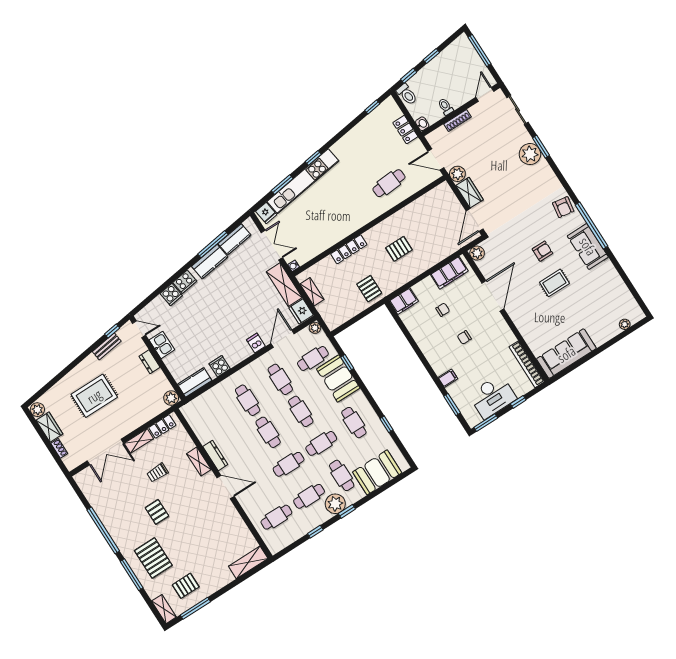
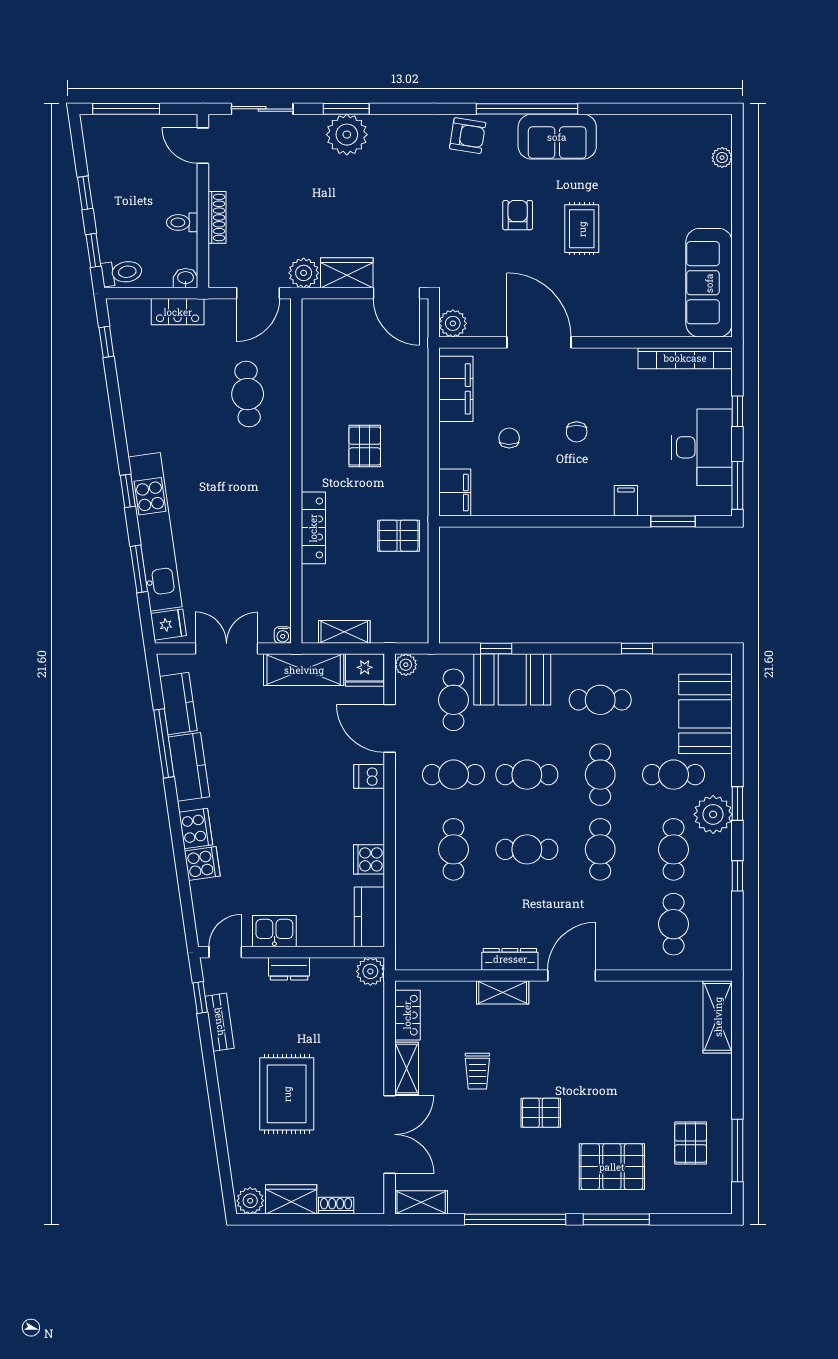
cafe table: (248, 400) -> (454, 849), turned 90
shelving: (164, 609) -> (421, 1202), moved

